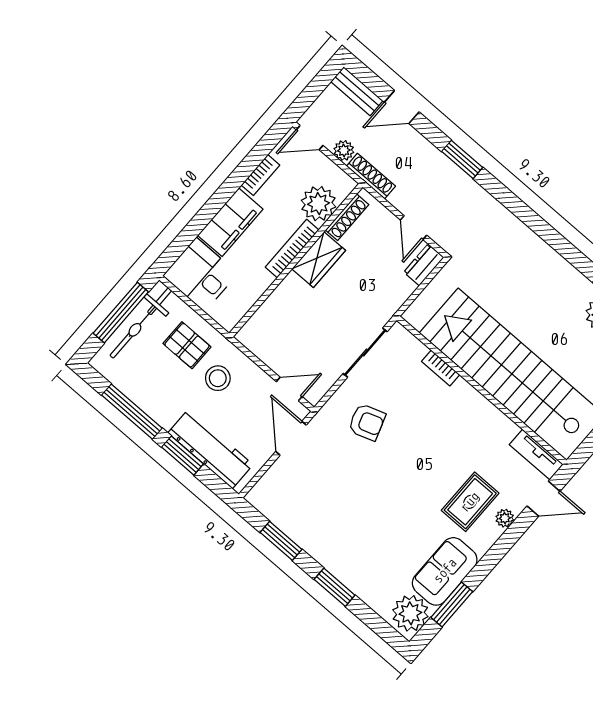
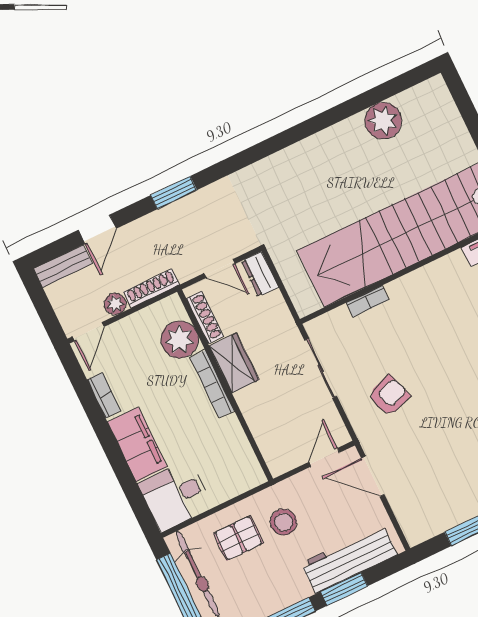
plant: (318, 204) -> (180, 340), moved
shoe rack: (347, 217) -> (205, 318), moved
bookcase: (292, 249) -> (212, 384), moved
wall: (296, 260) -> (225, 385), moved
wardrobe: (319, 260) -> (234, 363), moved

